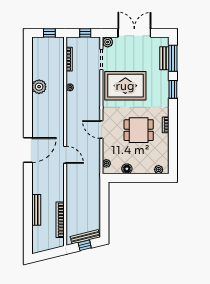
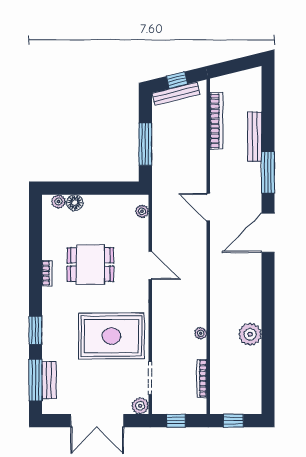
door: (65, 155) -> (208, 207), moved
floor lamp: (127, 169) -> (75, 203), moved
window: (28, 188) -> (268, 173), added
window: (104, 205) -> (145, 144), added

